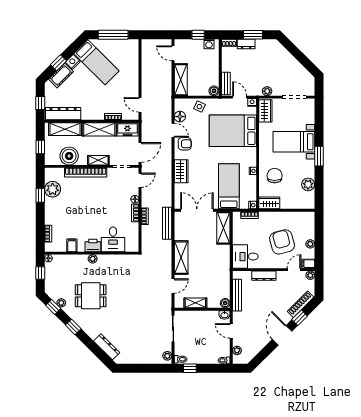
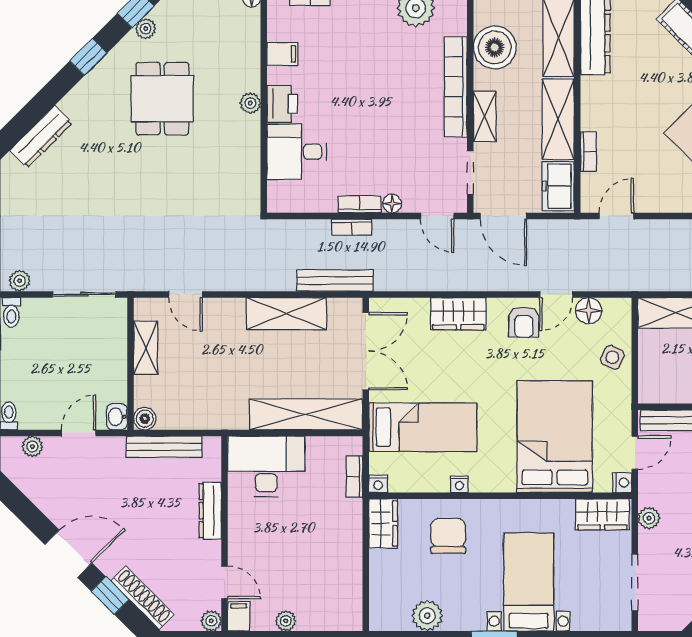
boiler: (214, 91) -> (650, 392), removed
chair: (275, 176) -> (448, 536), turned -90
shelving: (223, 228) -> (306, 414), width x1.47
armchair: (282, 242) -> (290, 554), removed
desk: (245, 257) -> (266, 466), width x1.37
shelving: (181, 258) -> (286, 314), moved

